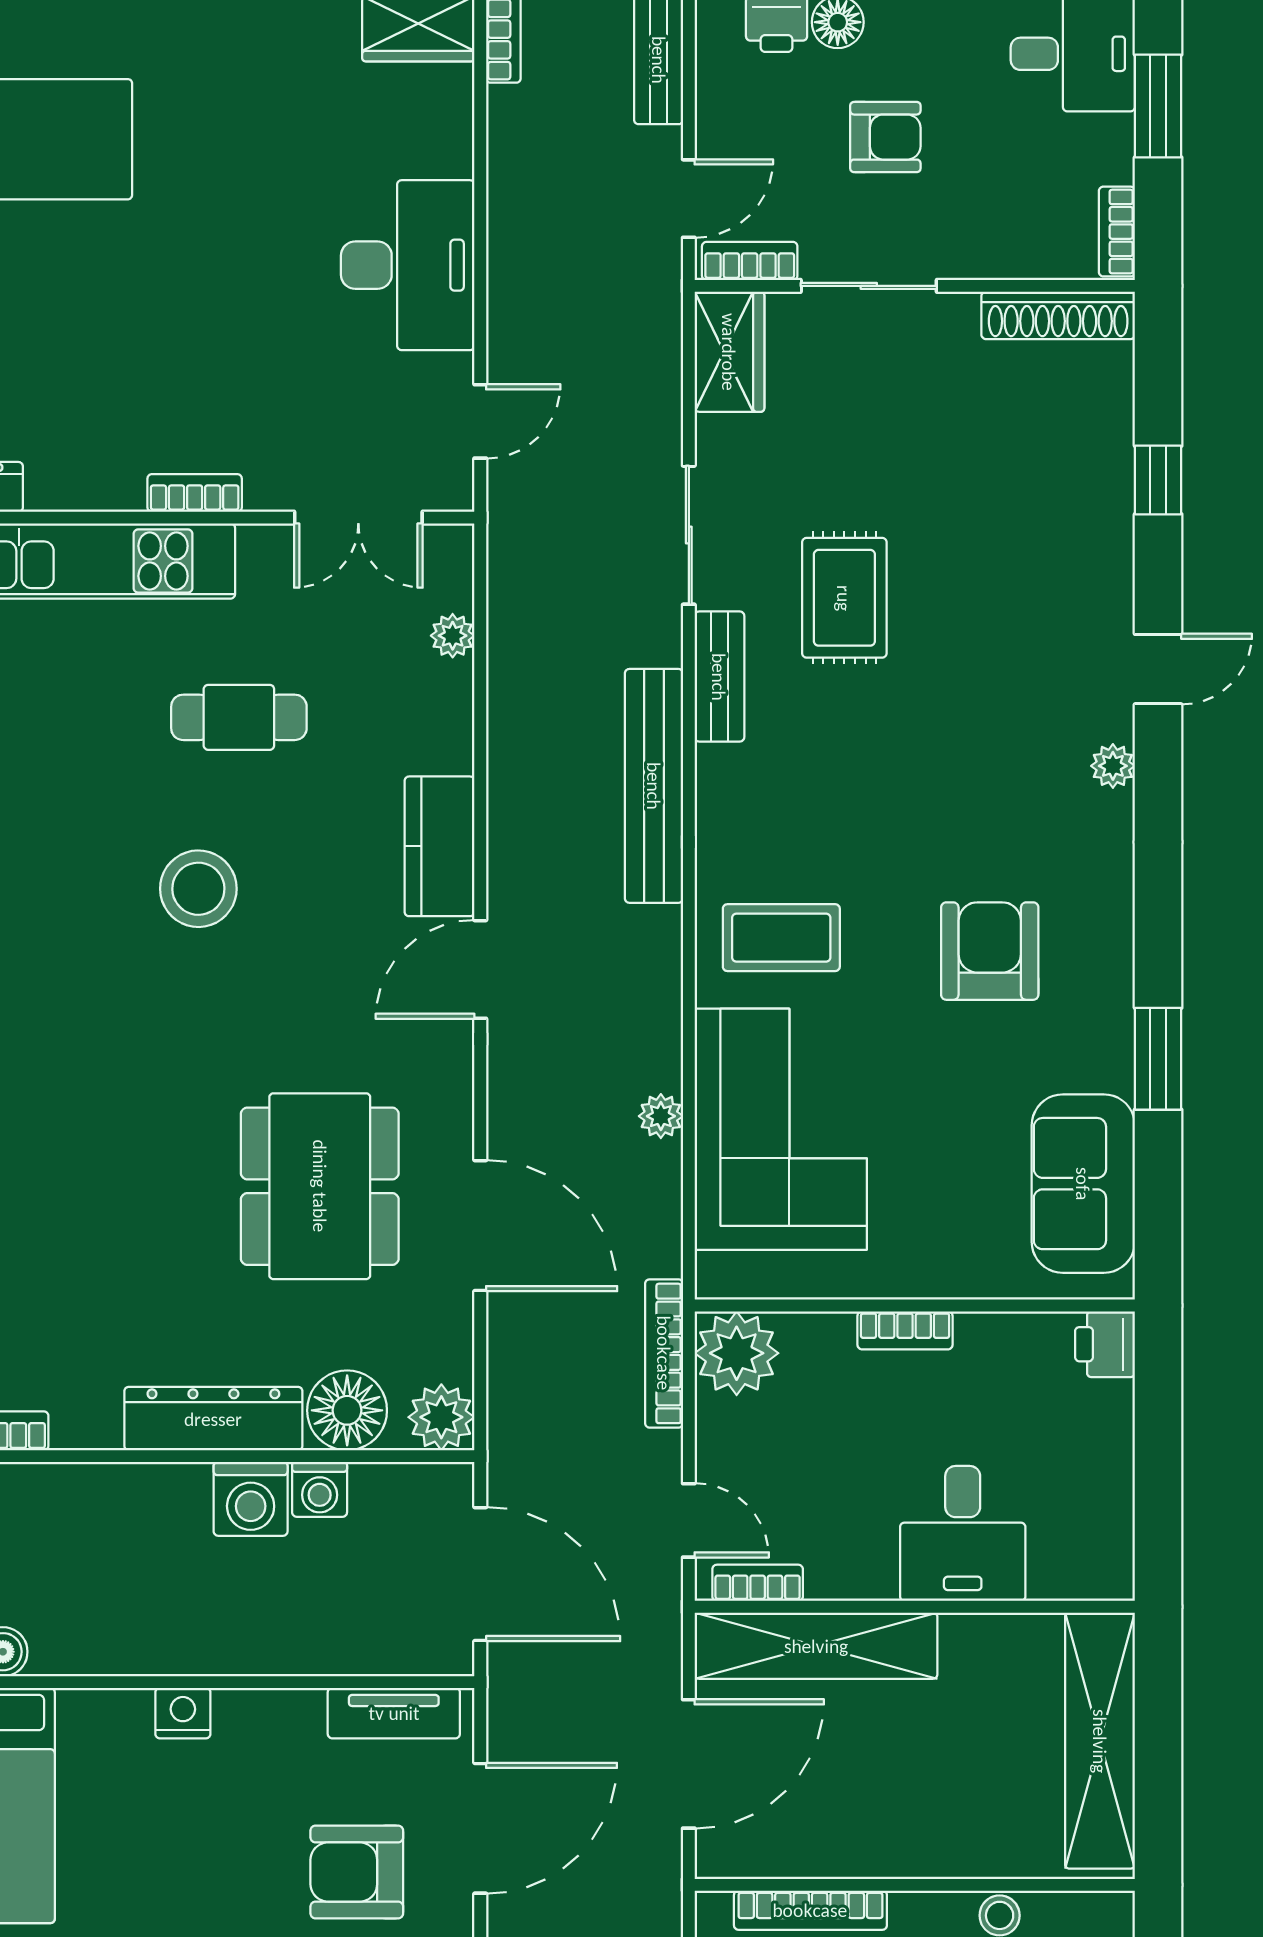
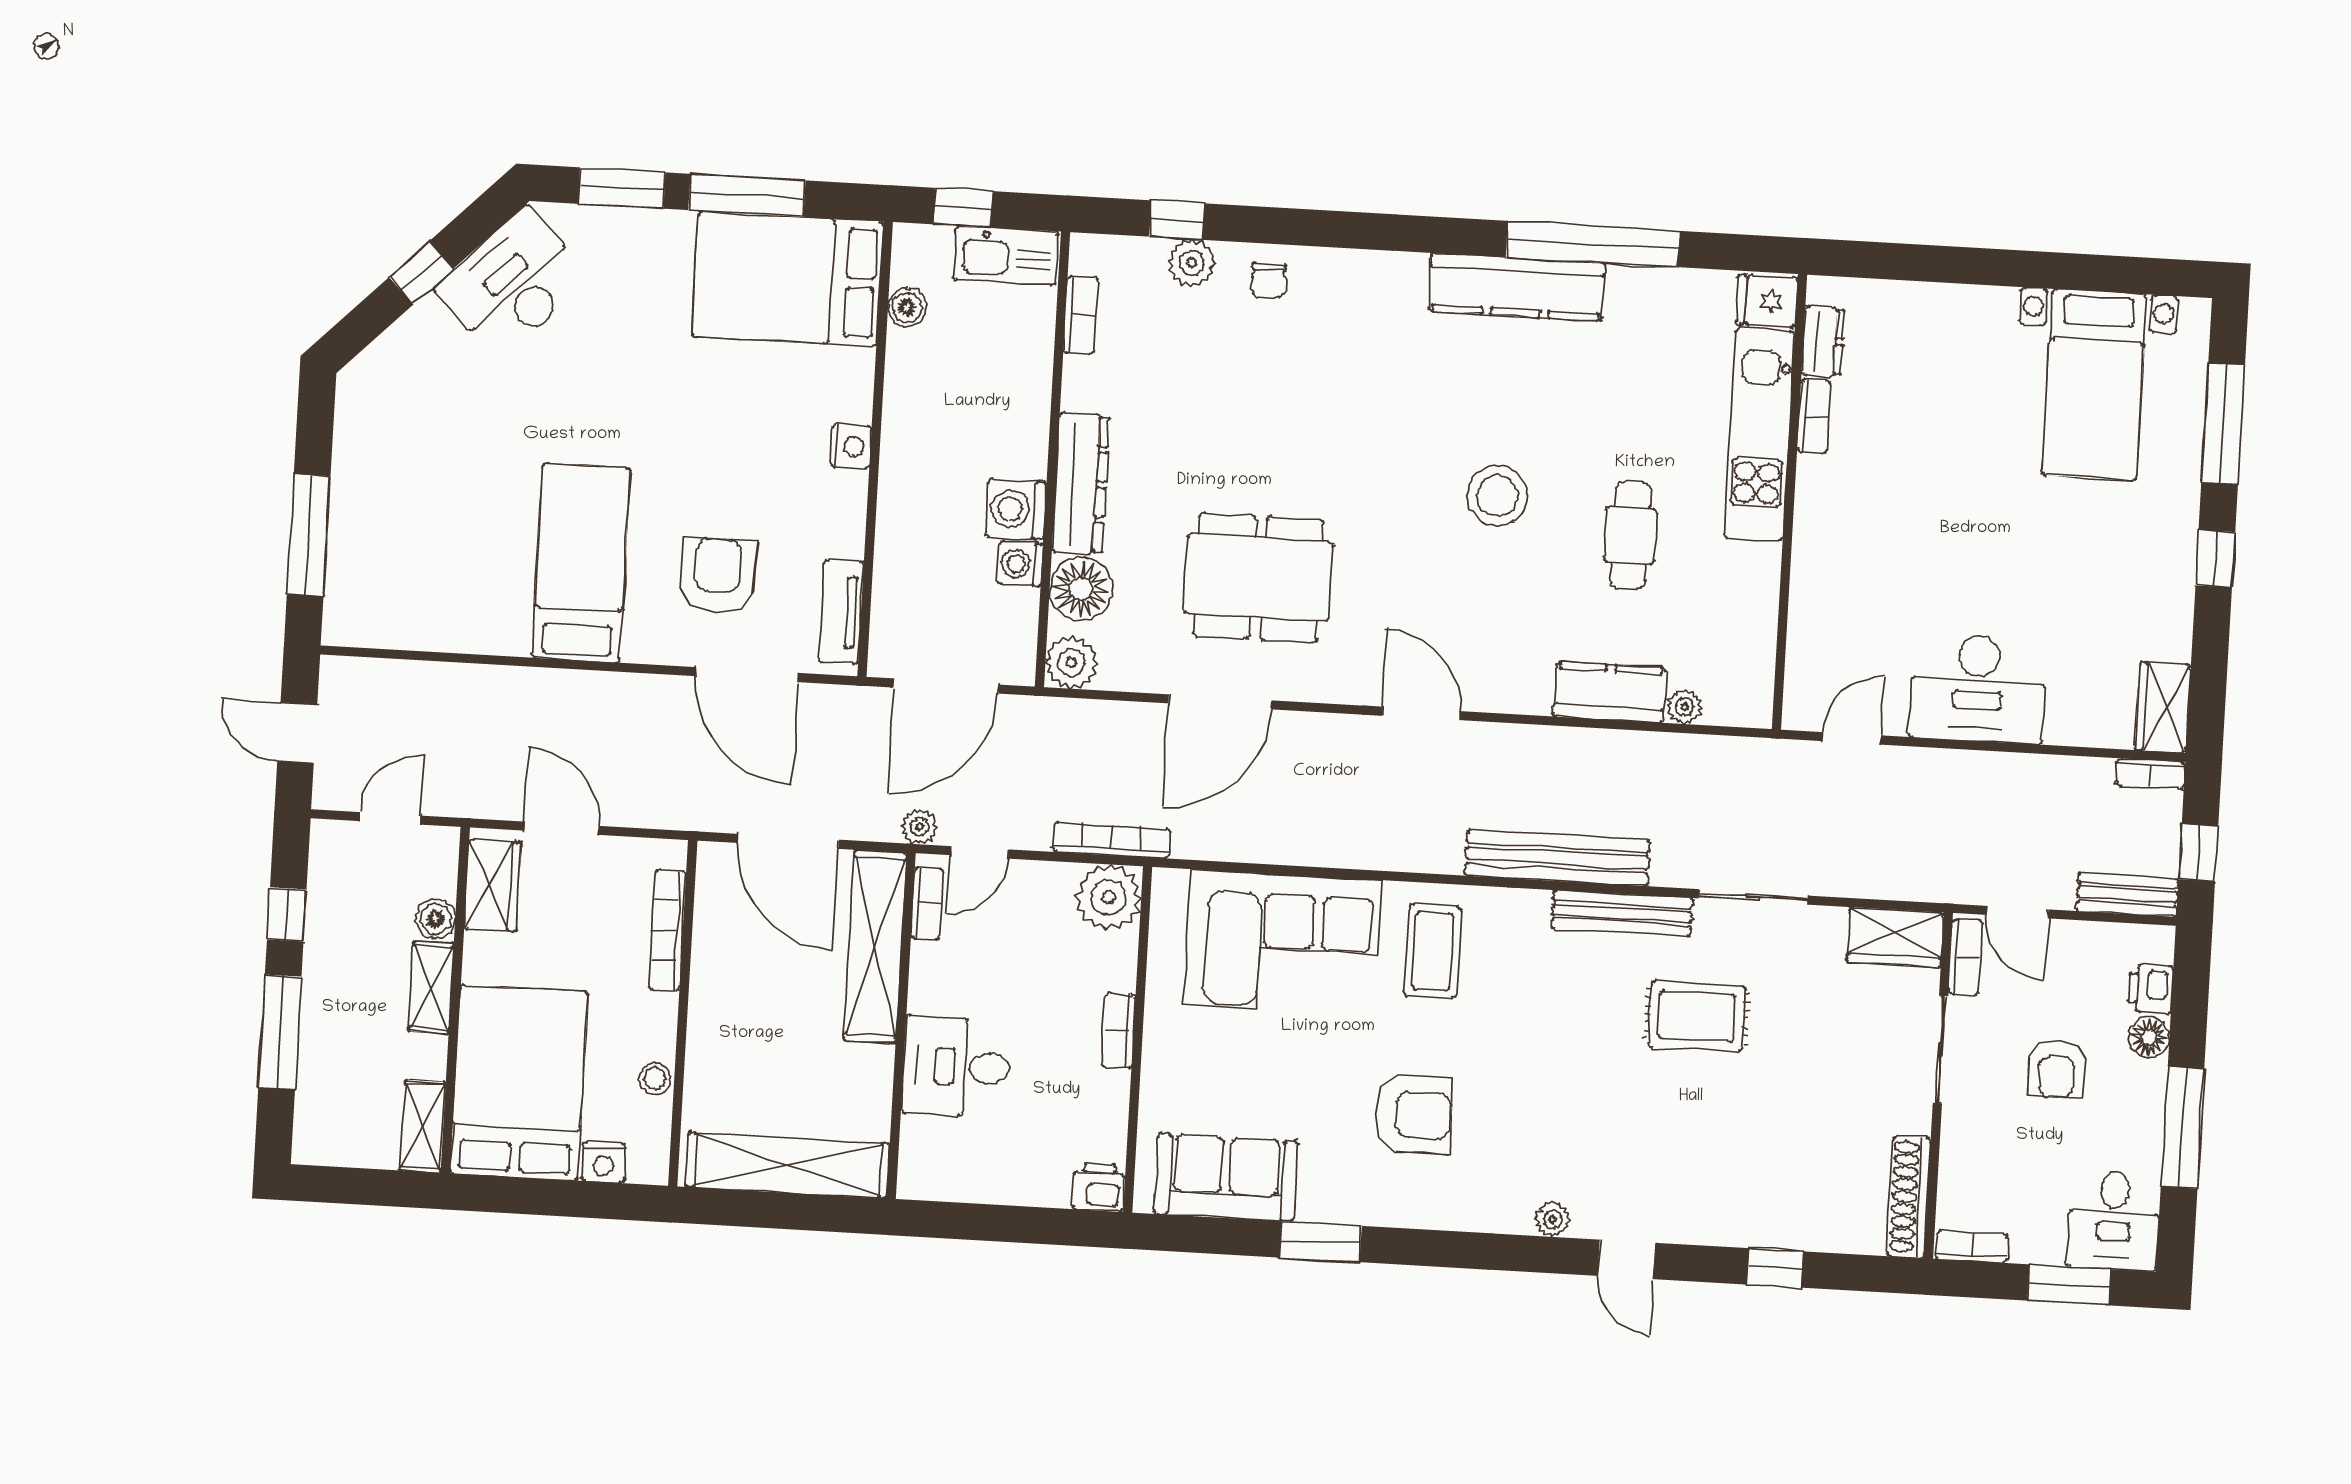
door: (480, 421) -> (1852, 738), swing flipped
bookcase: (195, 493) -> (1814, 417), moved
double door: (358, 518) -> (1782, 638), removed
bench: (719, 677) -> (1622, 913), width x1.36
kitchen counter: (440, 846) -> (1610, 692), moved
plant: (661, 1116) -> (920, 827), moved

